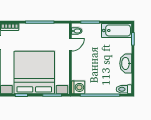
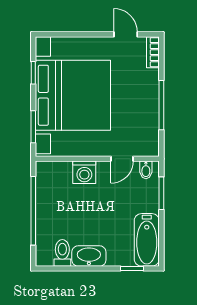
door: (70, 45) -> (122, 159), hinge flipped
washing machine: (78, 87) -> (84, 172), moved
toilet: (124, 89) -> (62, 253), moved

